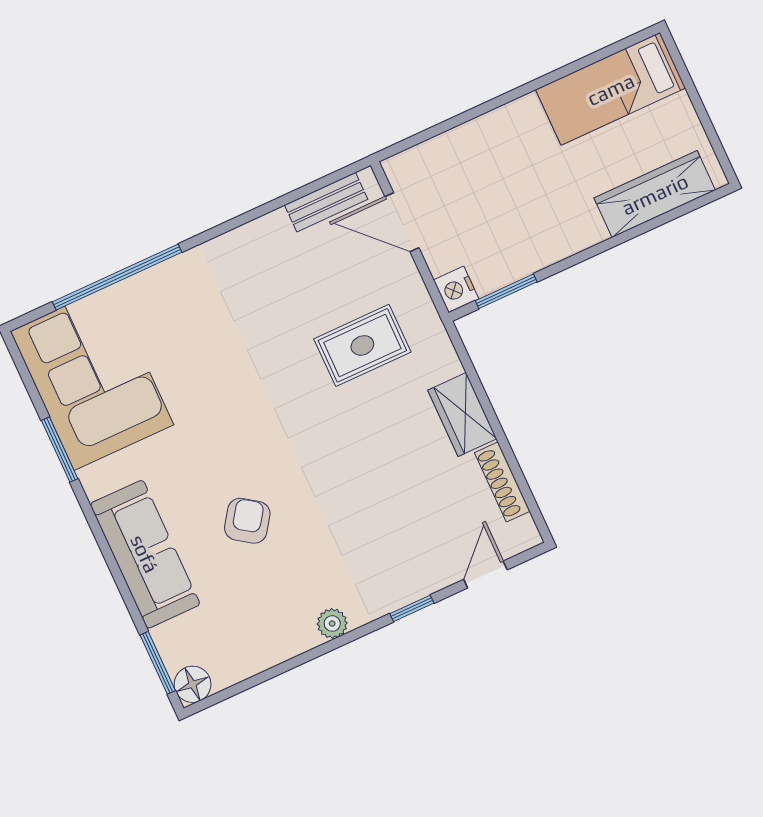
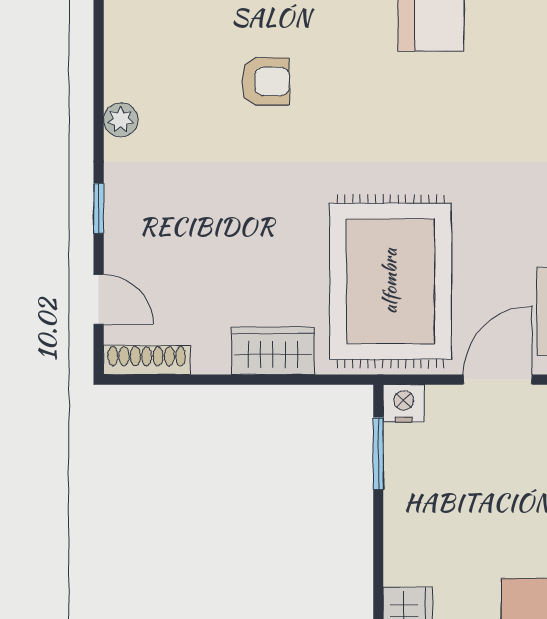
rug: (362, 345) -> (390, 281), width x1.86, depth x2.06
shoe rack: (502, 482) -> (147, 360), moved
armchair: (247, 521) -> (265, 81), turned -35

